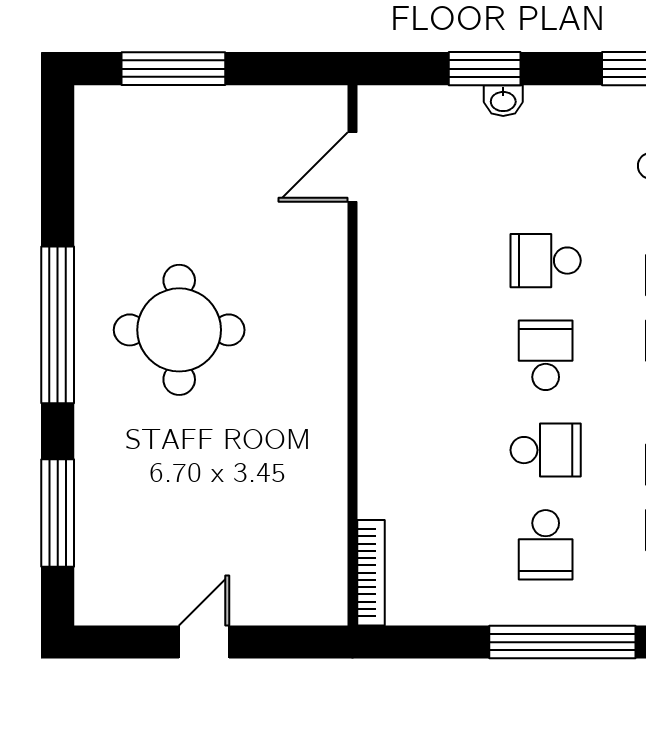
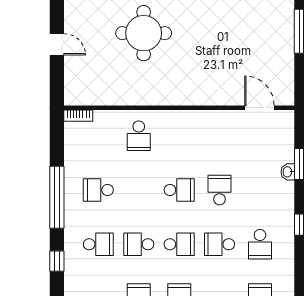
round table: (179, 330) -> (144, 33), moved
school desk: (546, 450) -> (139, 136), moved
bookcase: (371, 573) -> (78, 116), width x0.64

